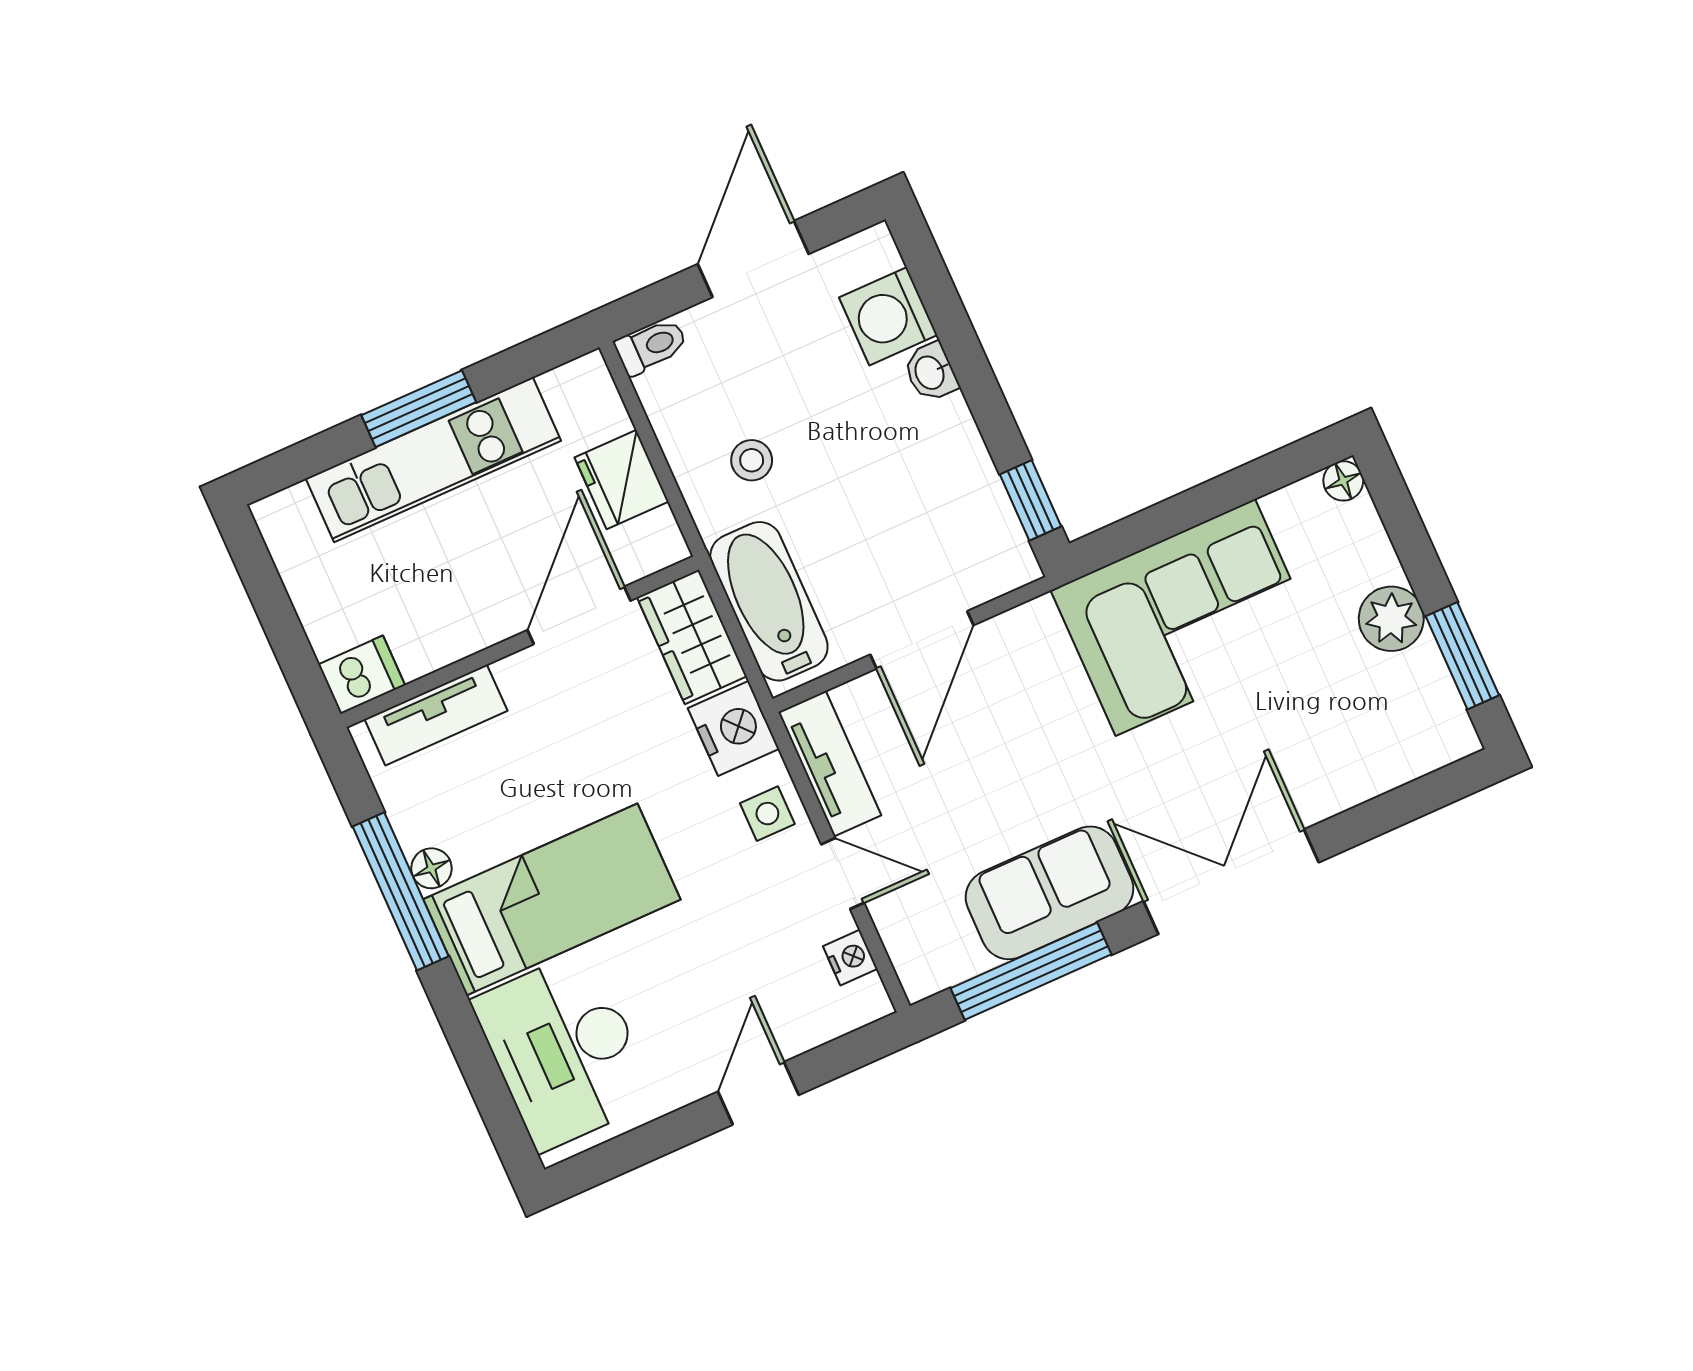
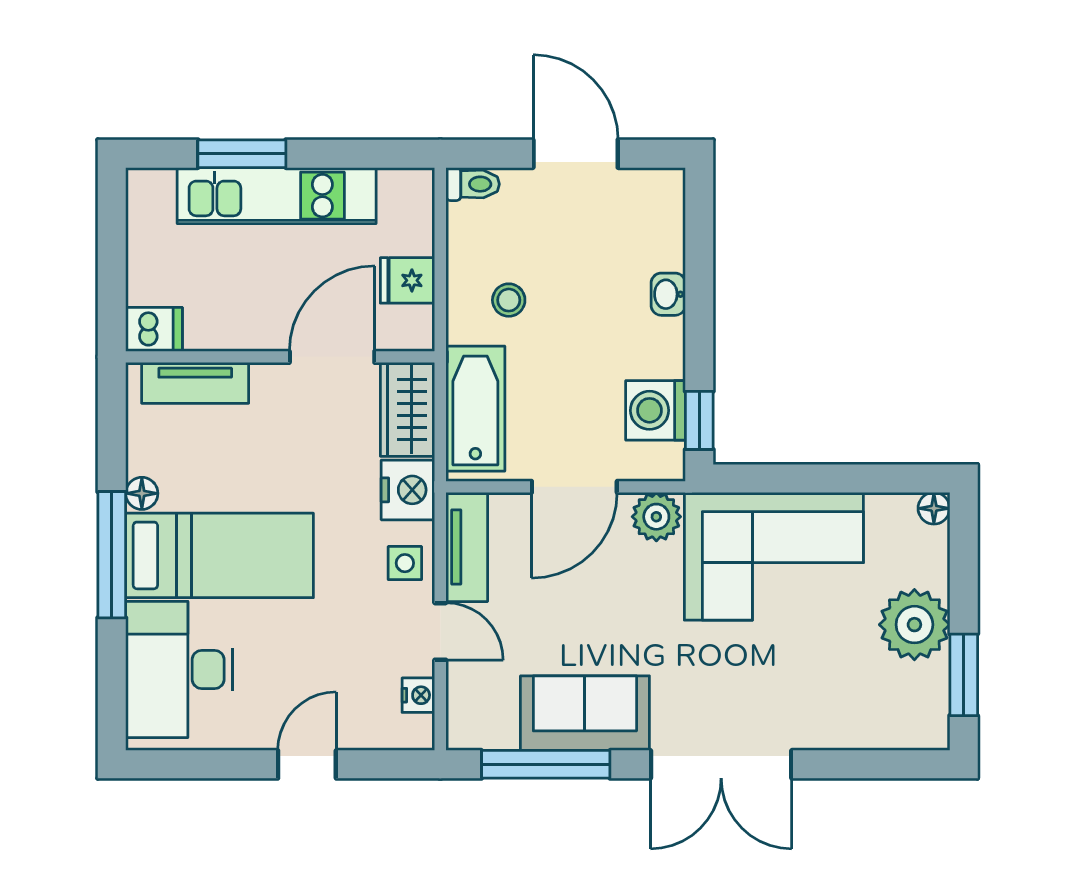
door: (753, 259) -> (576, 154), hinge flipped
washing machine: (888, 316) -> (655, 410), moved
window: (419, 409) -> (242, 154), moved
fridge: (622, 480) -> (408, 280), width x0.72
plant: (1391, 619) -> (914, 625), width x1.36, depth x1.36
plant: (1031, 632) -> (656, 517), added
double door: (1231, 882) -> (721, 764), swing flipped
window: (401, 891) -> (112, 555), moved

